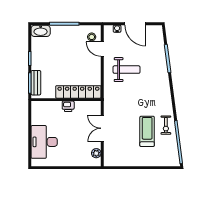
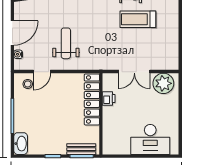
printer: (68, 106) -> (109, 99), moved
plant: (96, 153) -> (163, 83), width x1.88, depth x1.88

